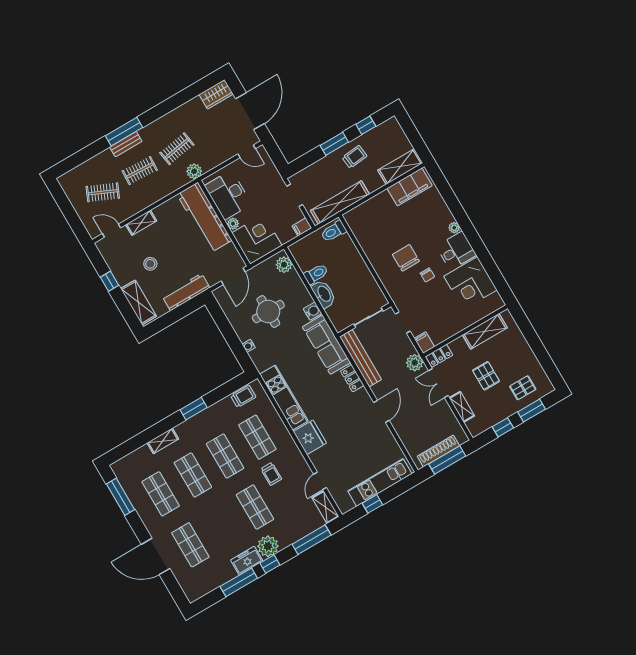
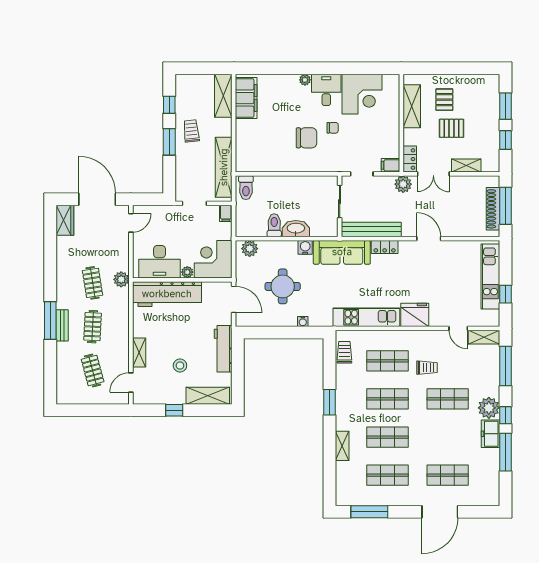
clothes rail: (103, 192) -> (93, 370), turned -39
chair: (406, 258) -> (306, 138), turned 180
pallet: (523, 388) -> (444, 100), moved

